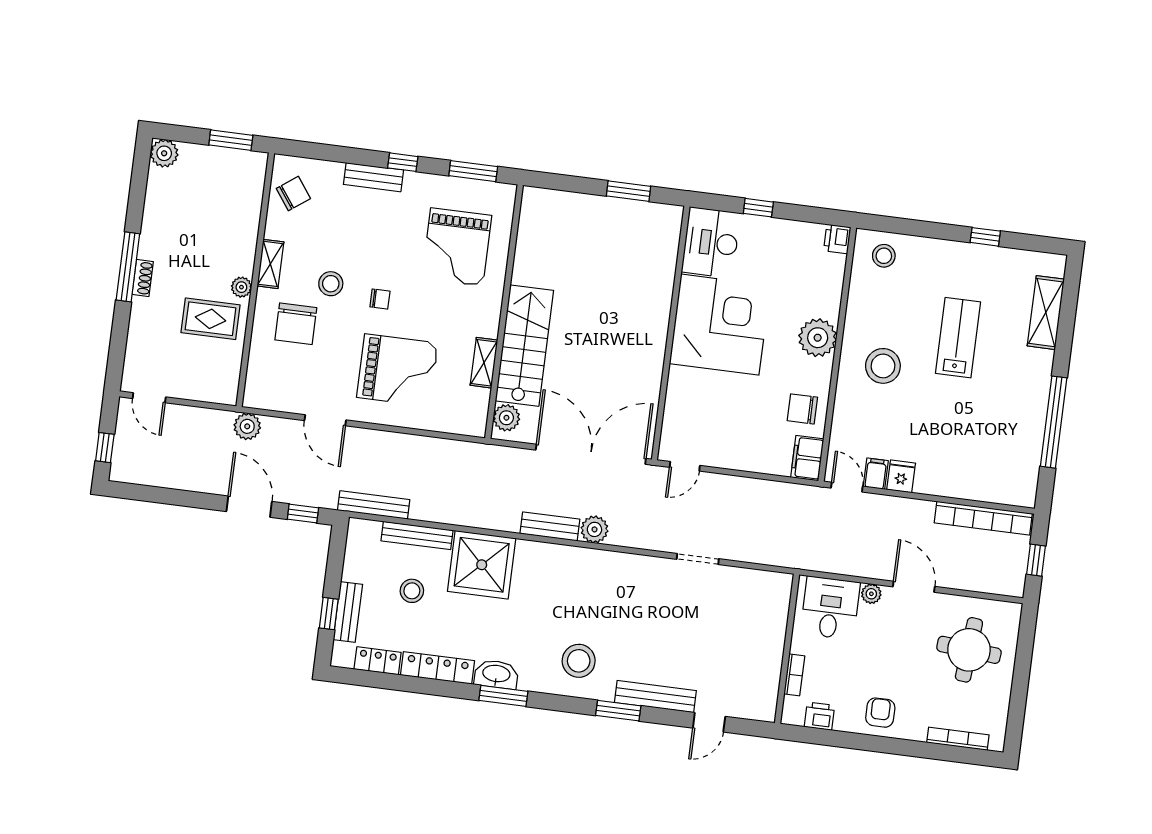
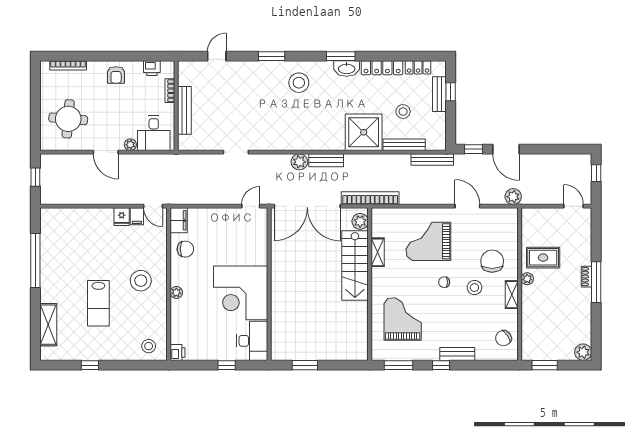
plant: (818, 338) -> (176, 292), width x0.53, depth x0.53
bookcase: (983, 518) -> (370, 198), moved
bench: (655, 697) -> (184, 110), moved, turned 90

